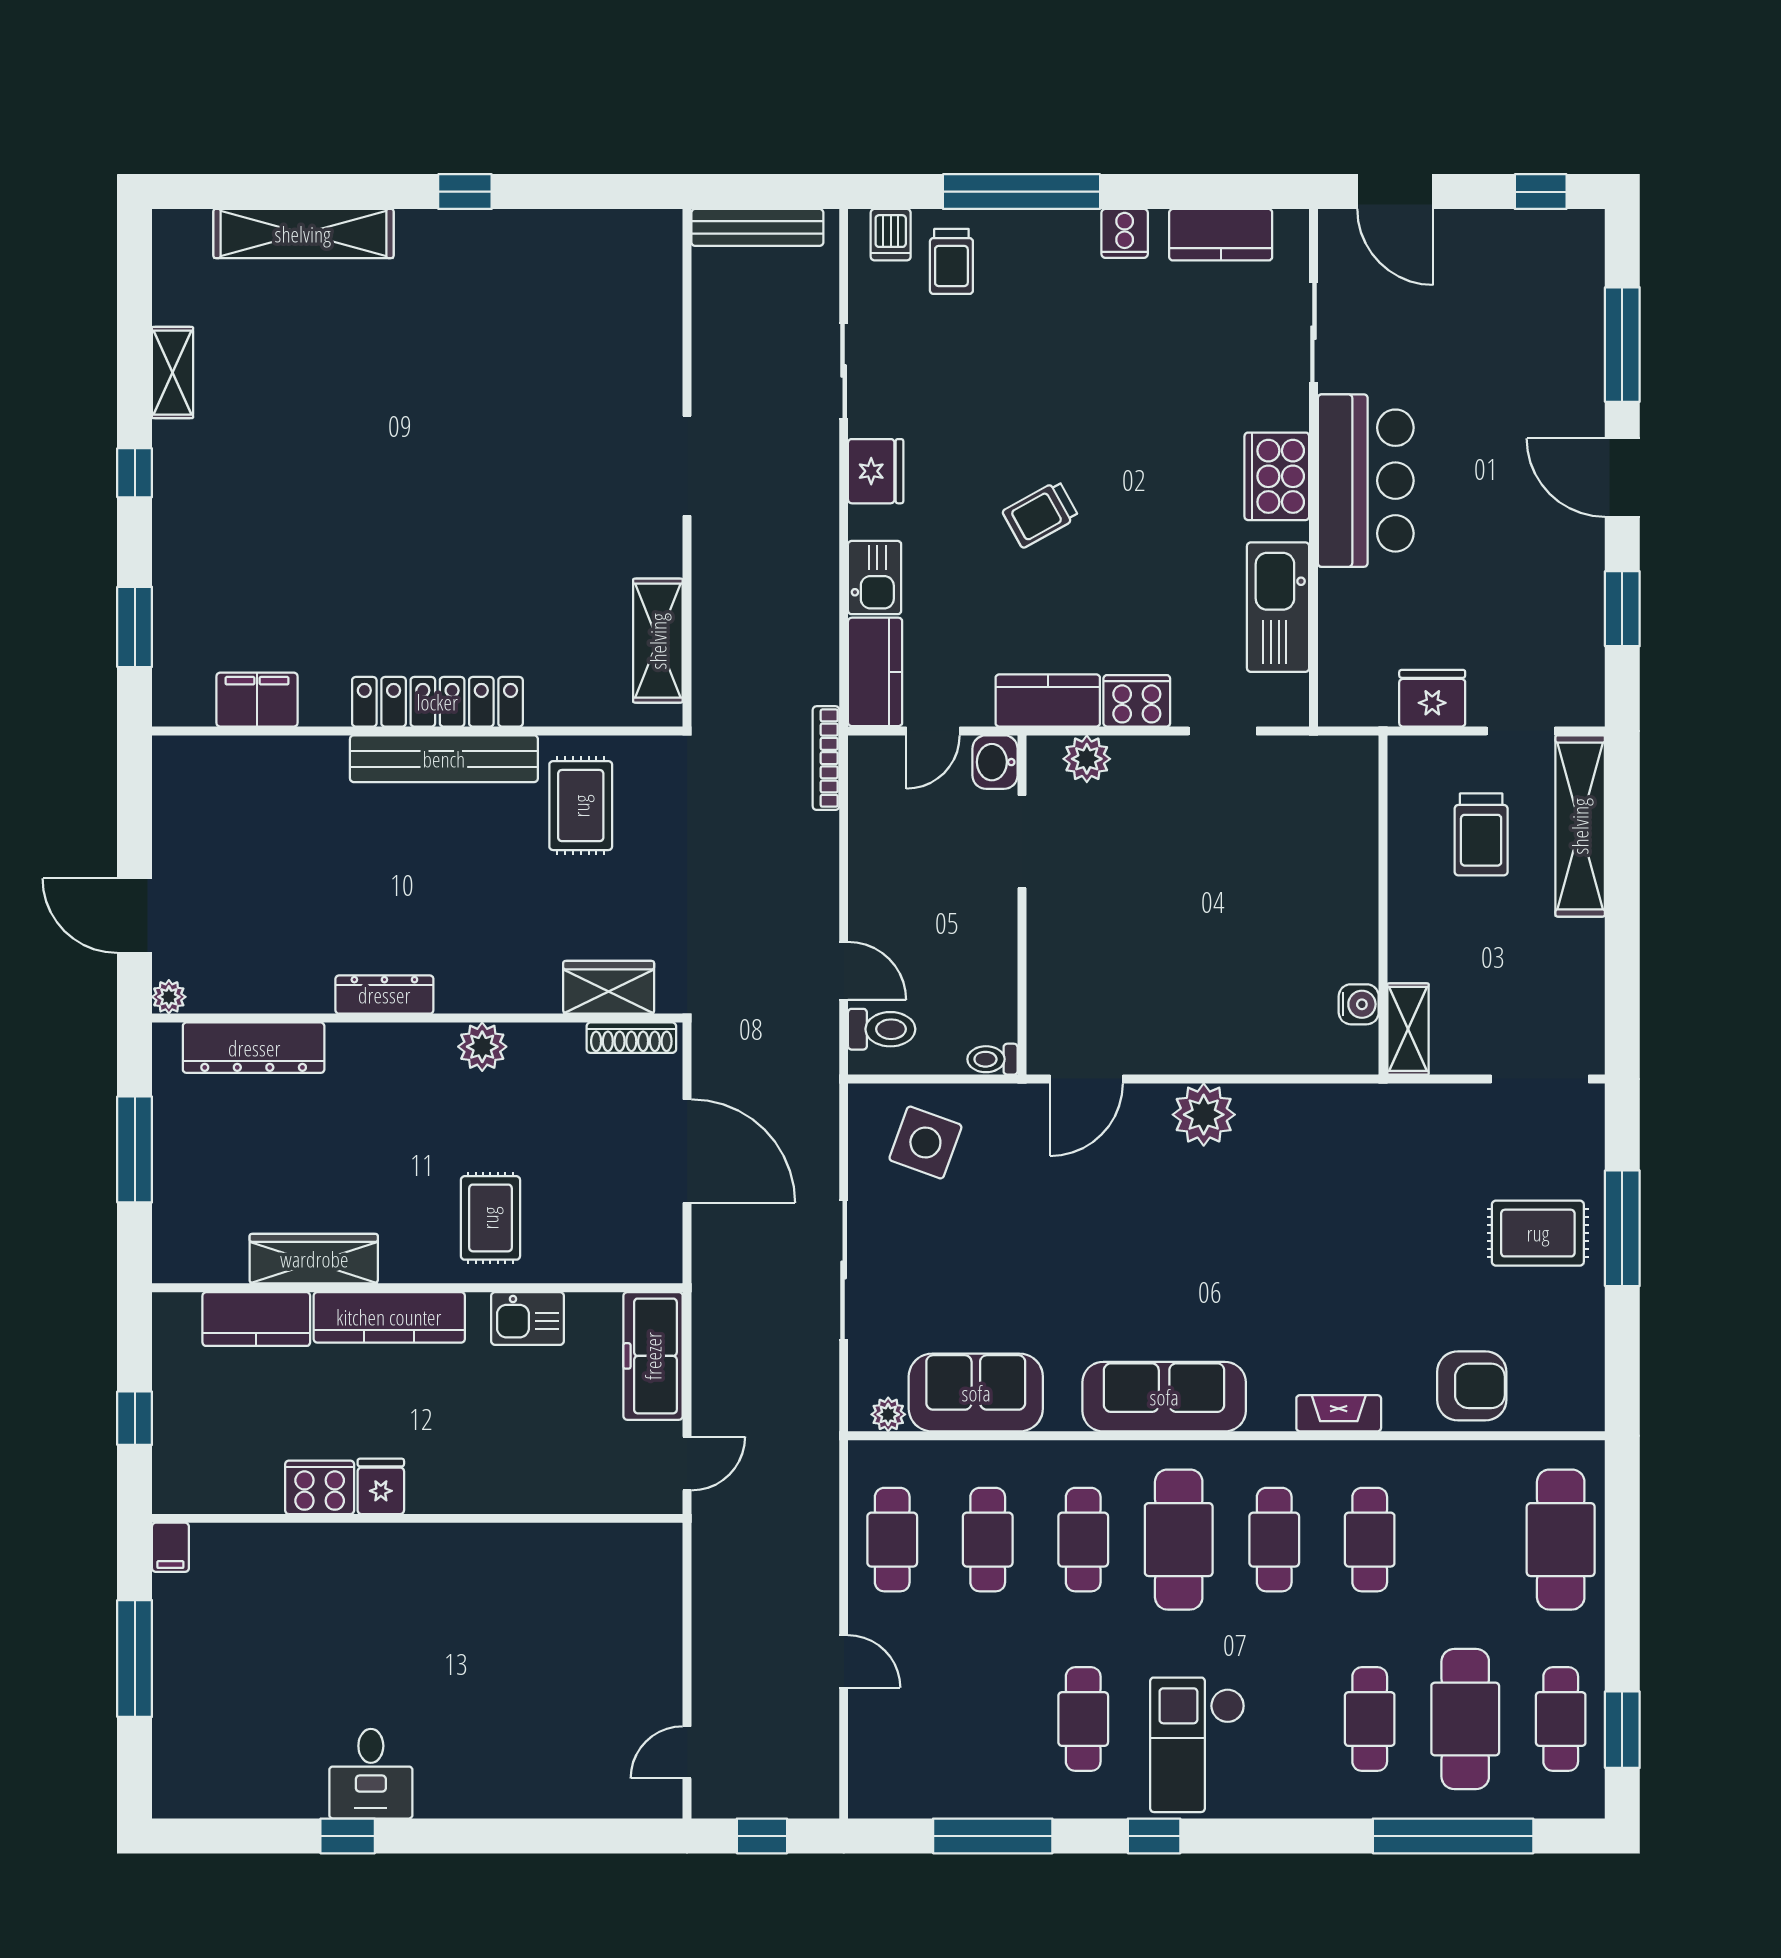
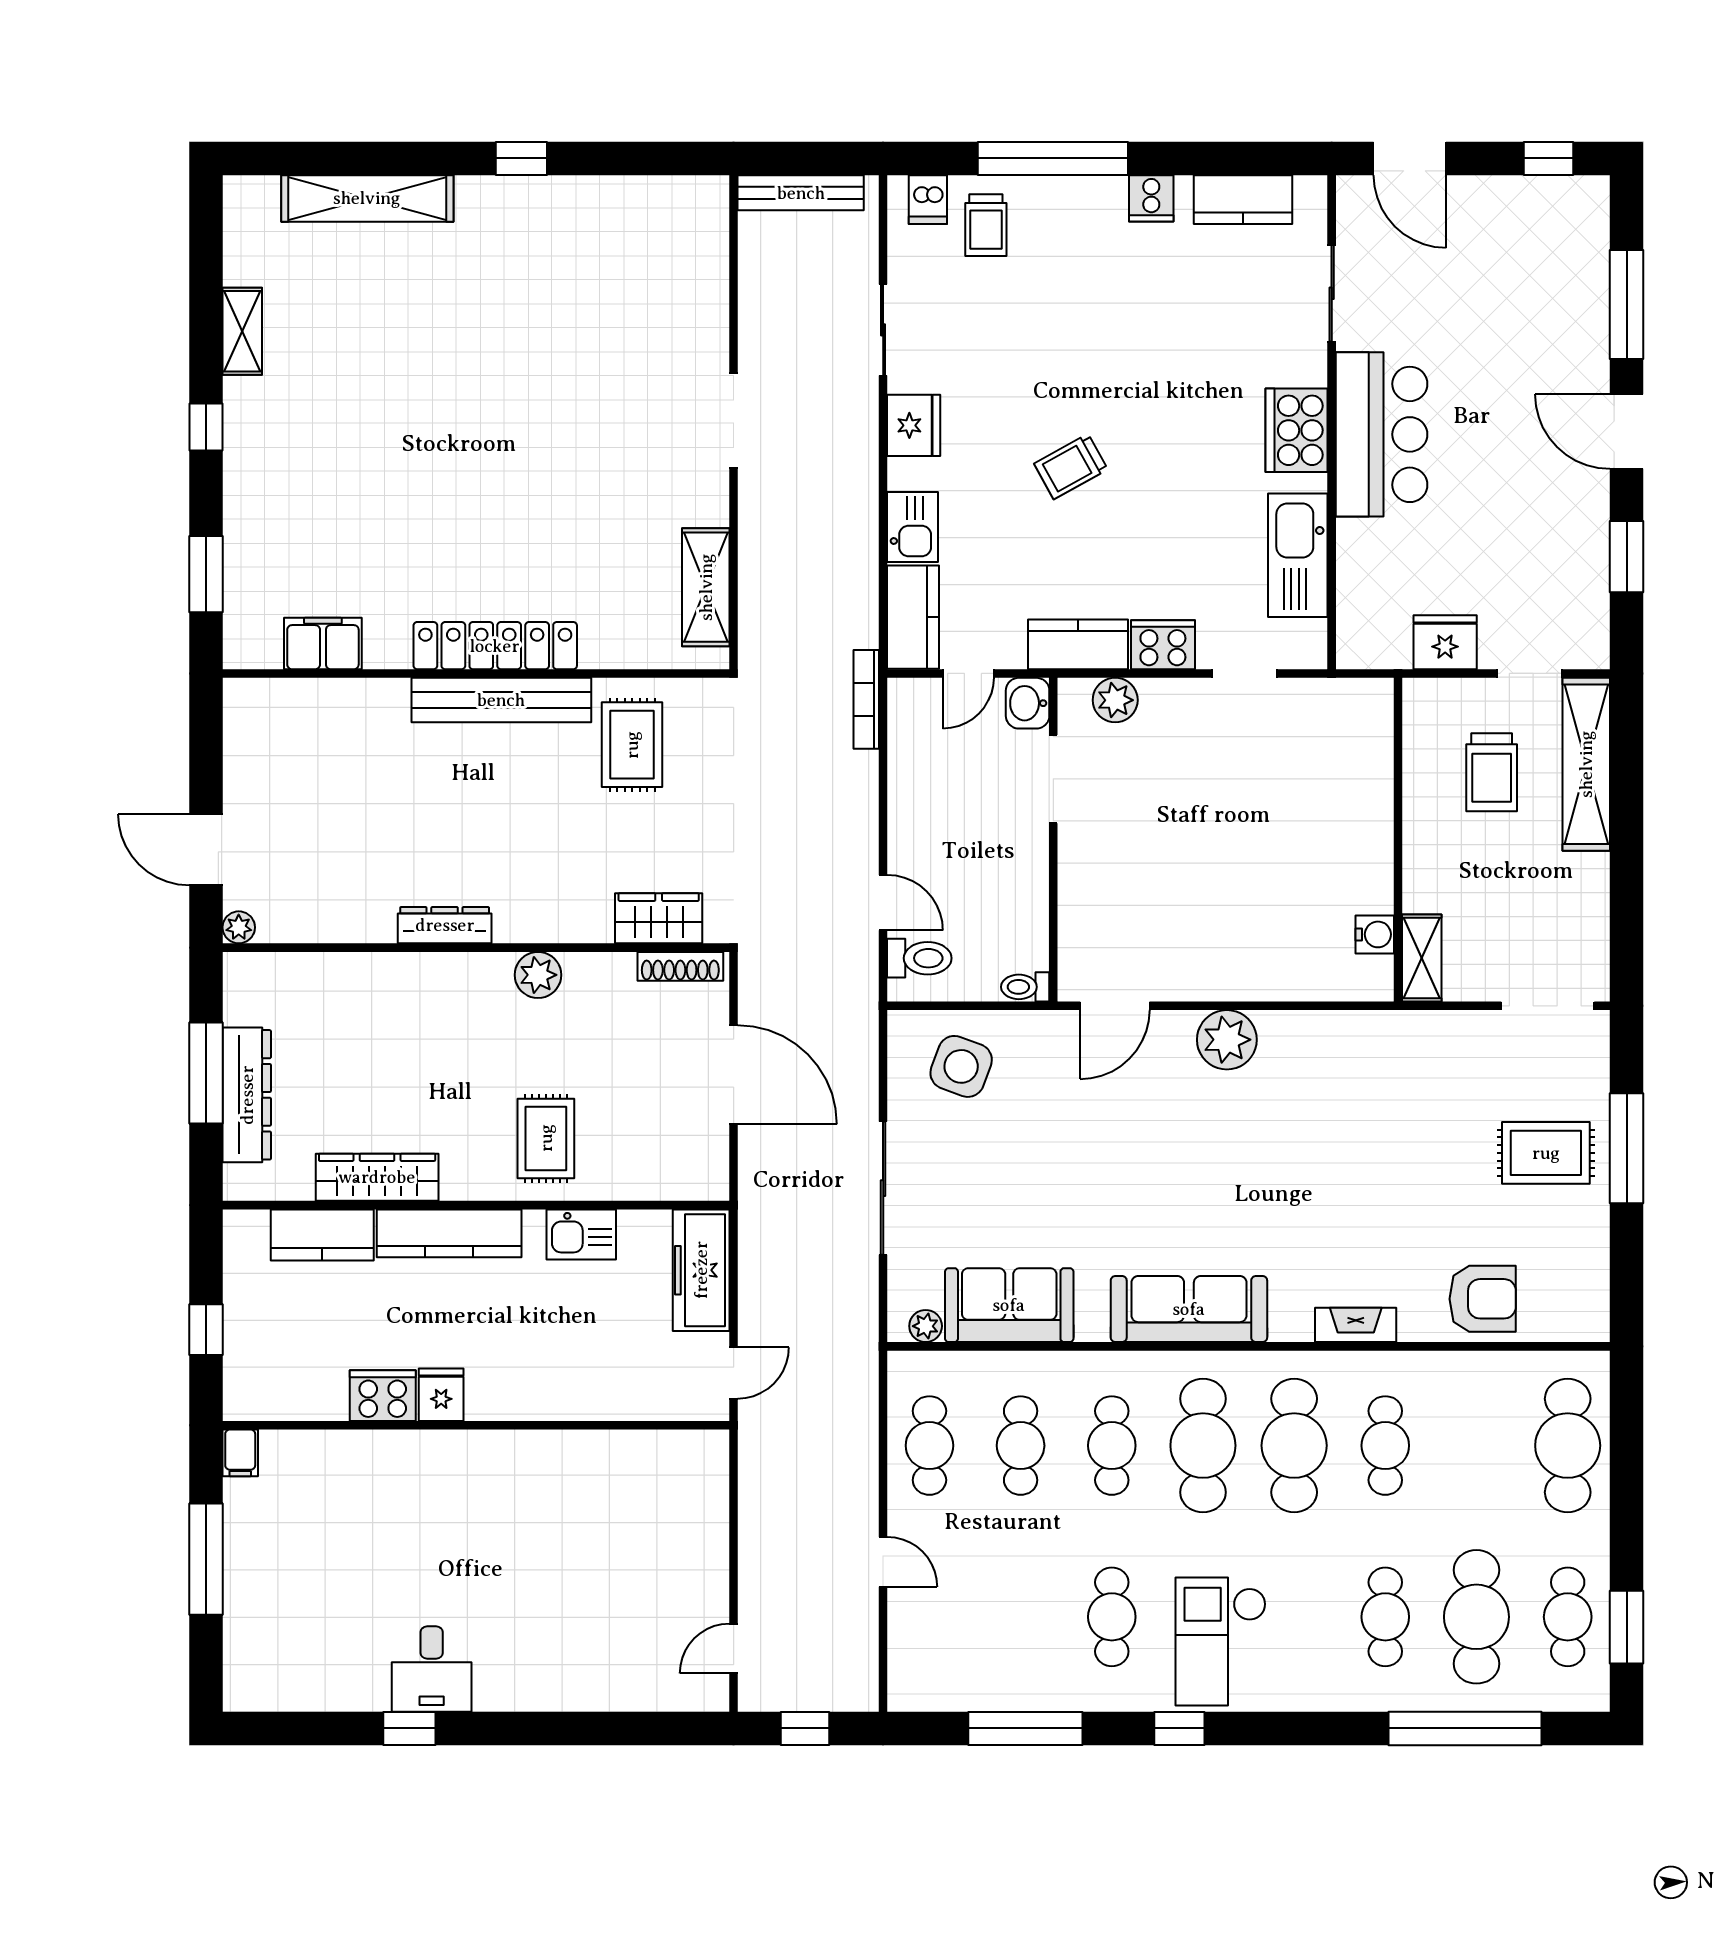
dresser: (254, 1048) -> (247, 1095), moved, turned -90
cafe table: (1274, 1540) -> (1294, 1446), width x1.37, depth x1.35

